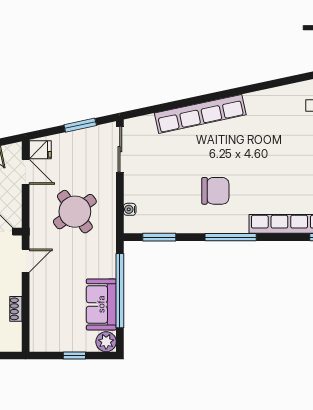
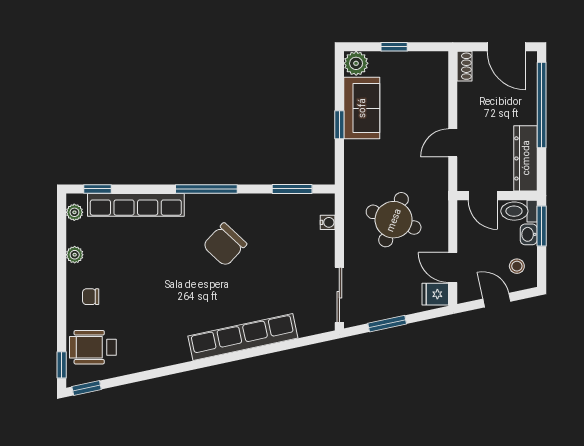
chair: (215, 191) -> (225, 245), turned -47
round table: (75, 212) -> (394, 220), turned -33
door: (26, 261) -> (453, 143), moved
window: (120, 291) -> (339, 125), width x0.32
shoe rack: (16, 309) -> (464, 66), moved

